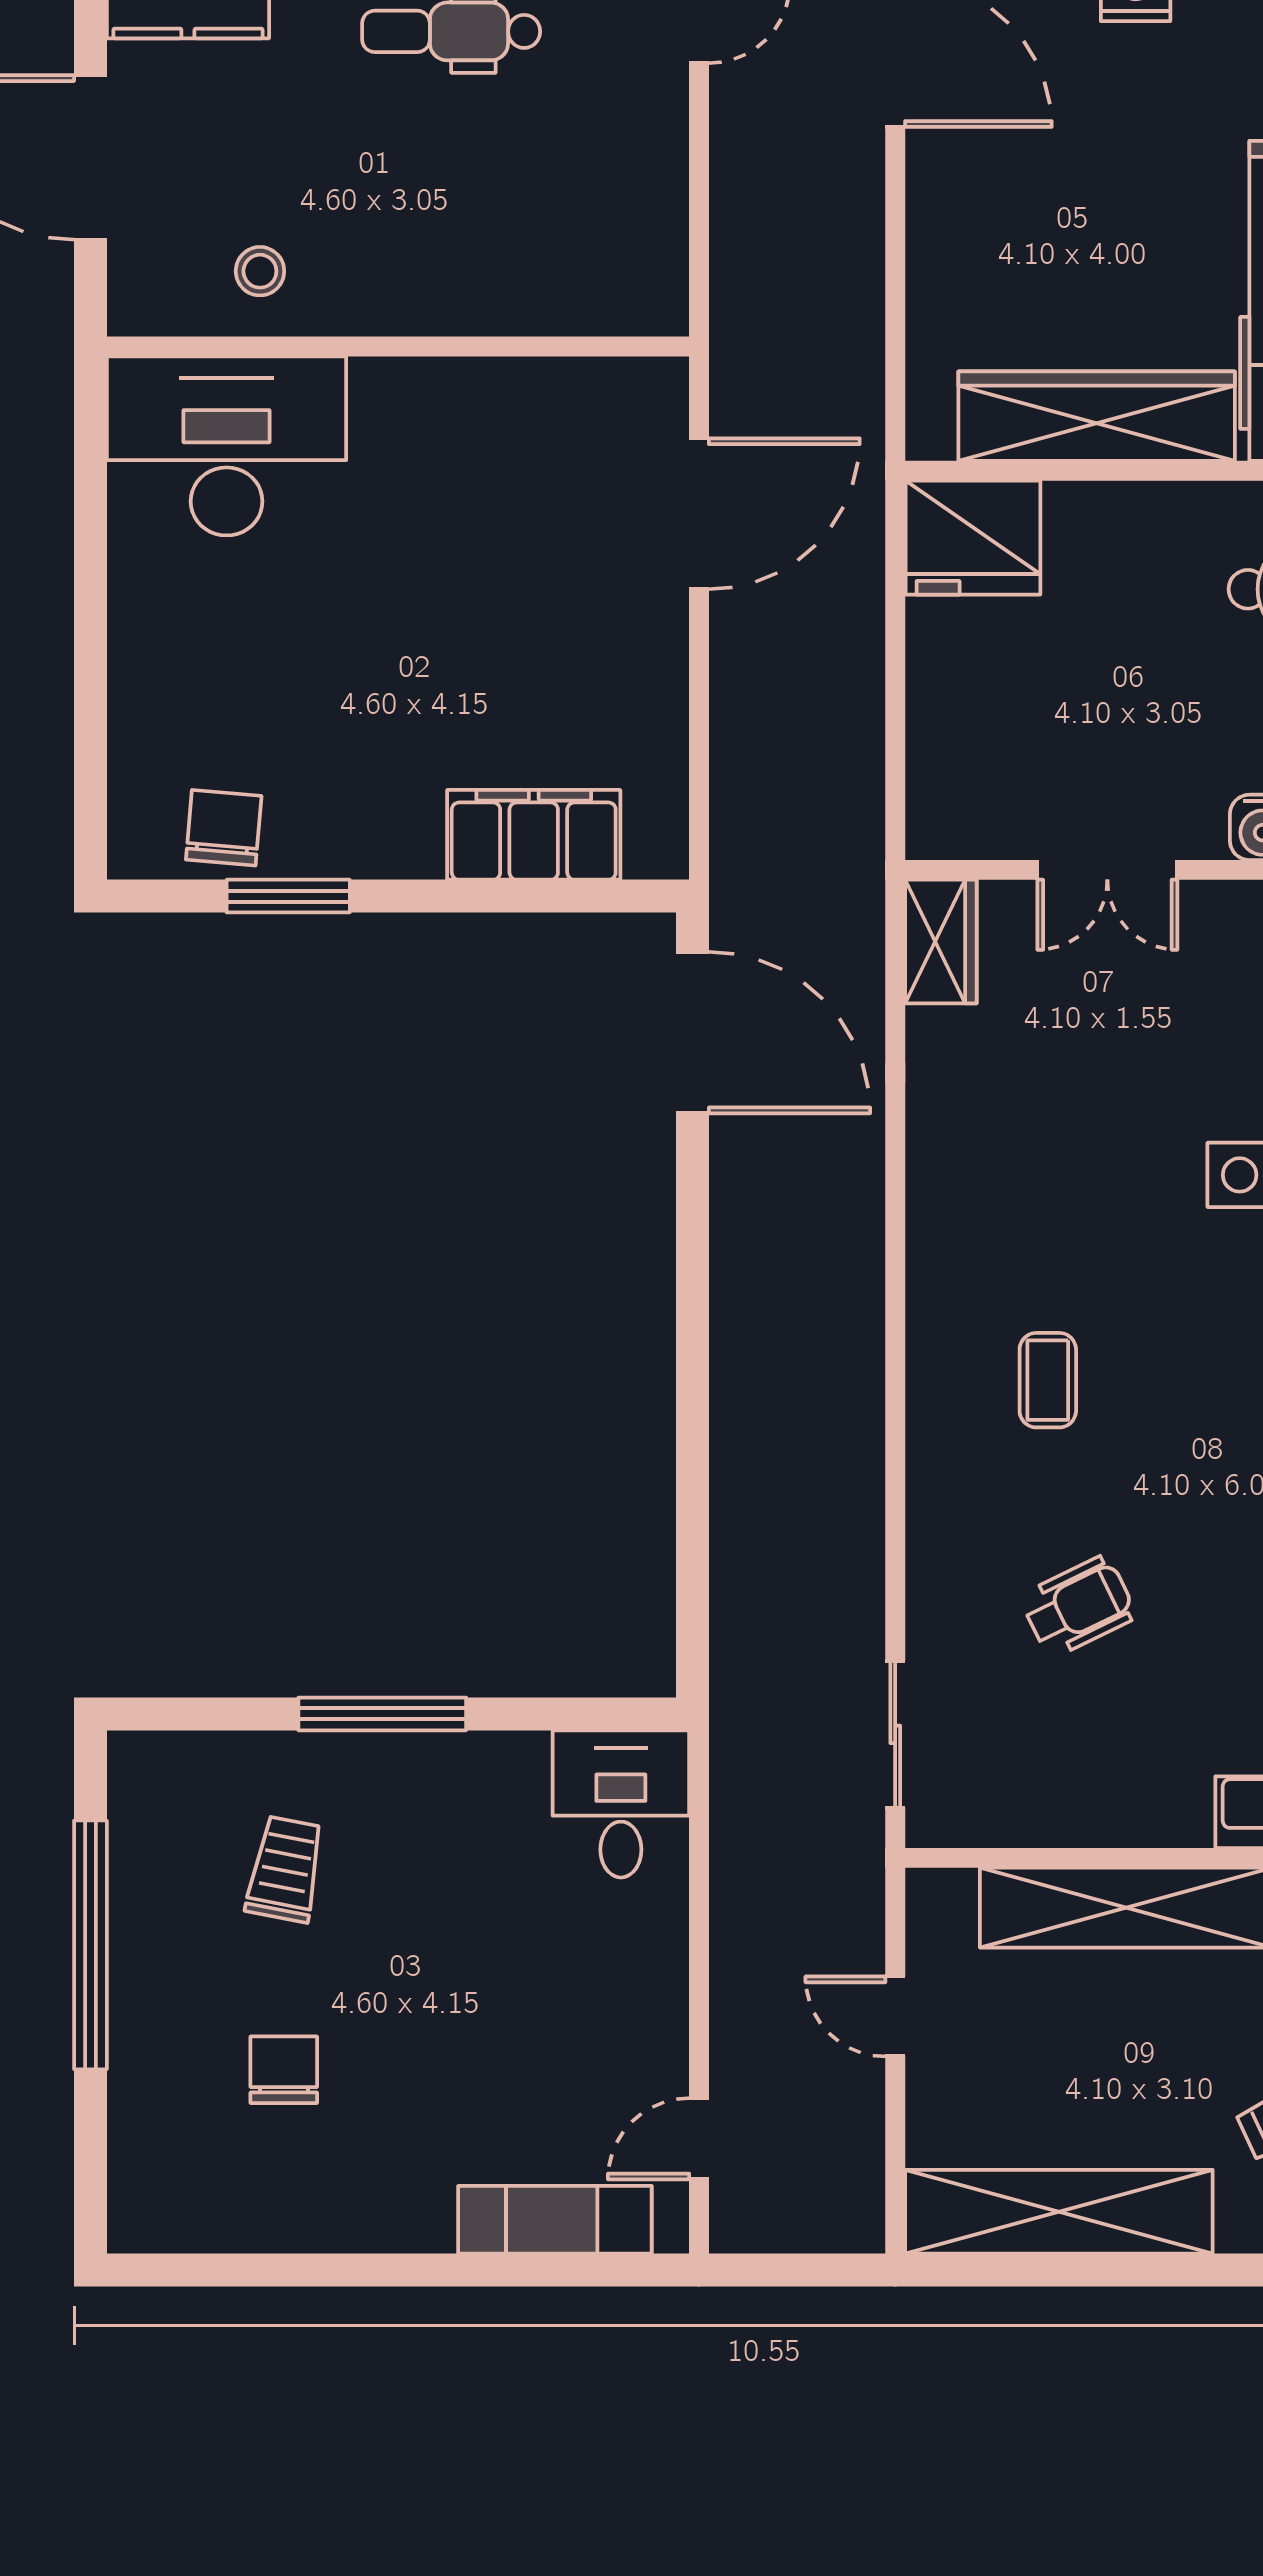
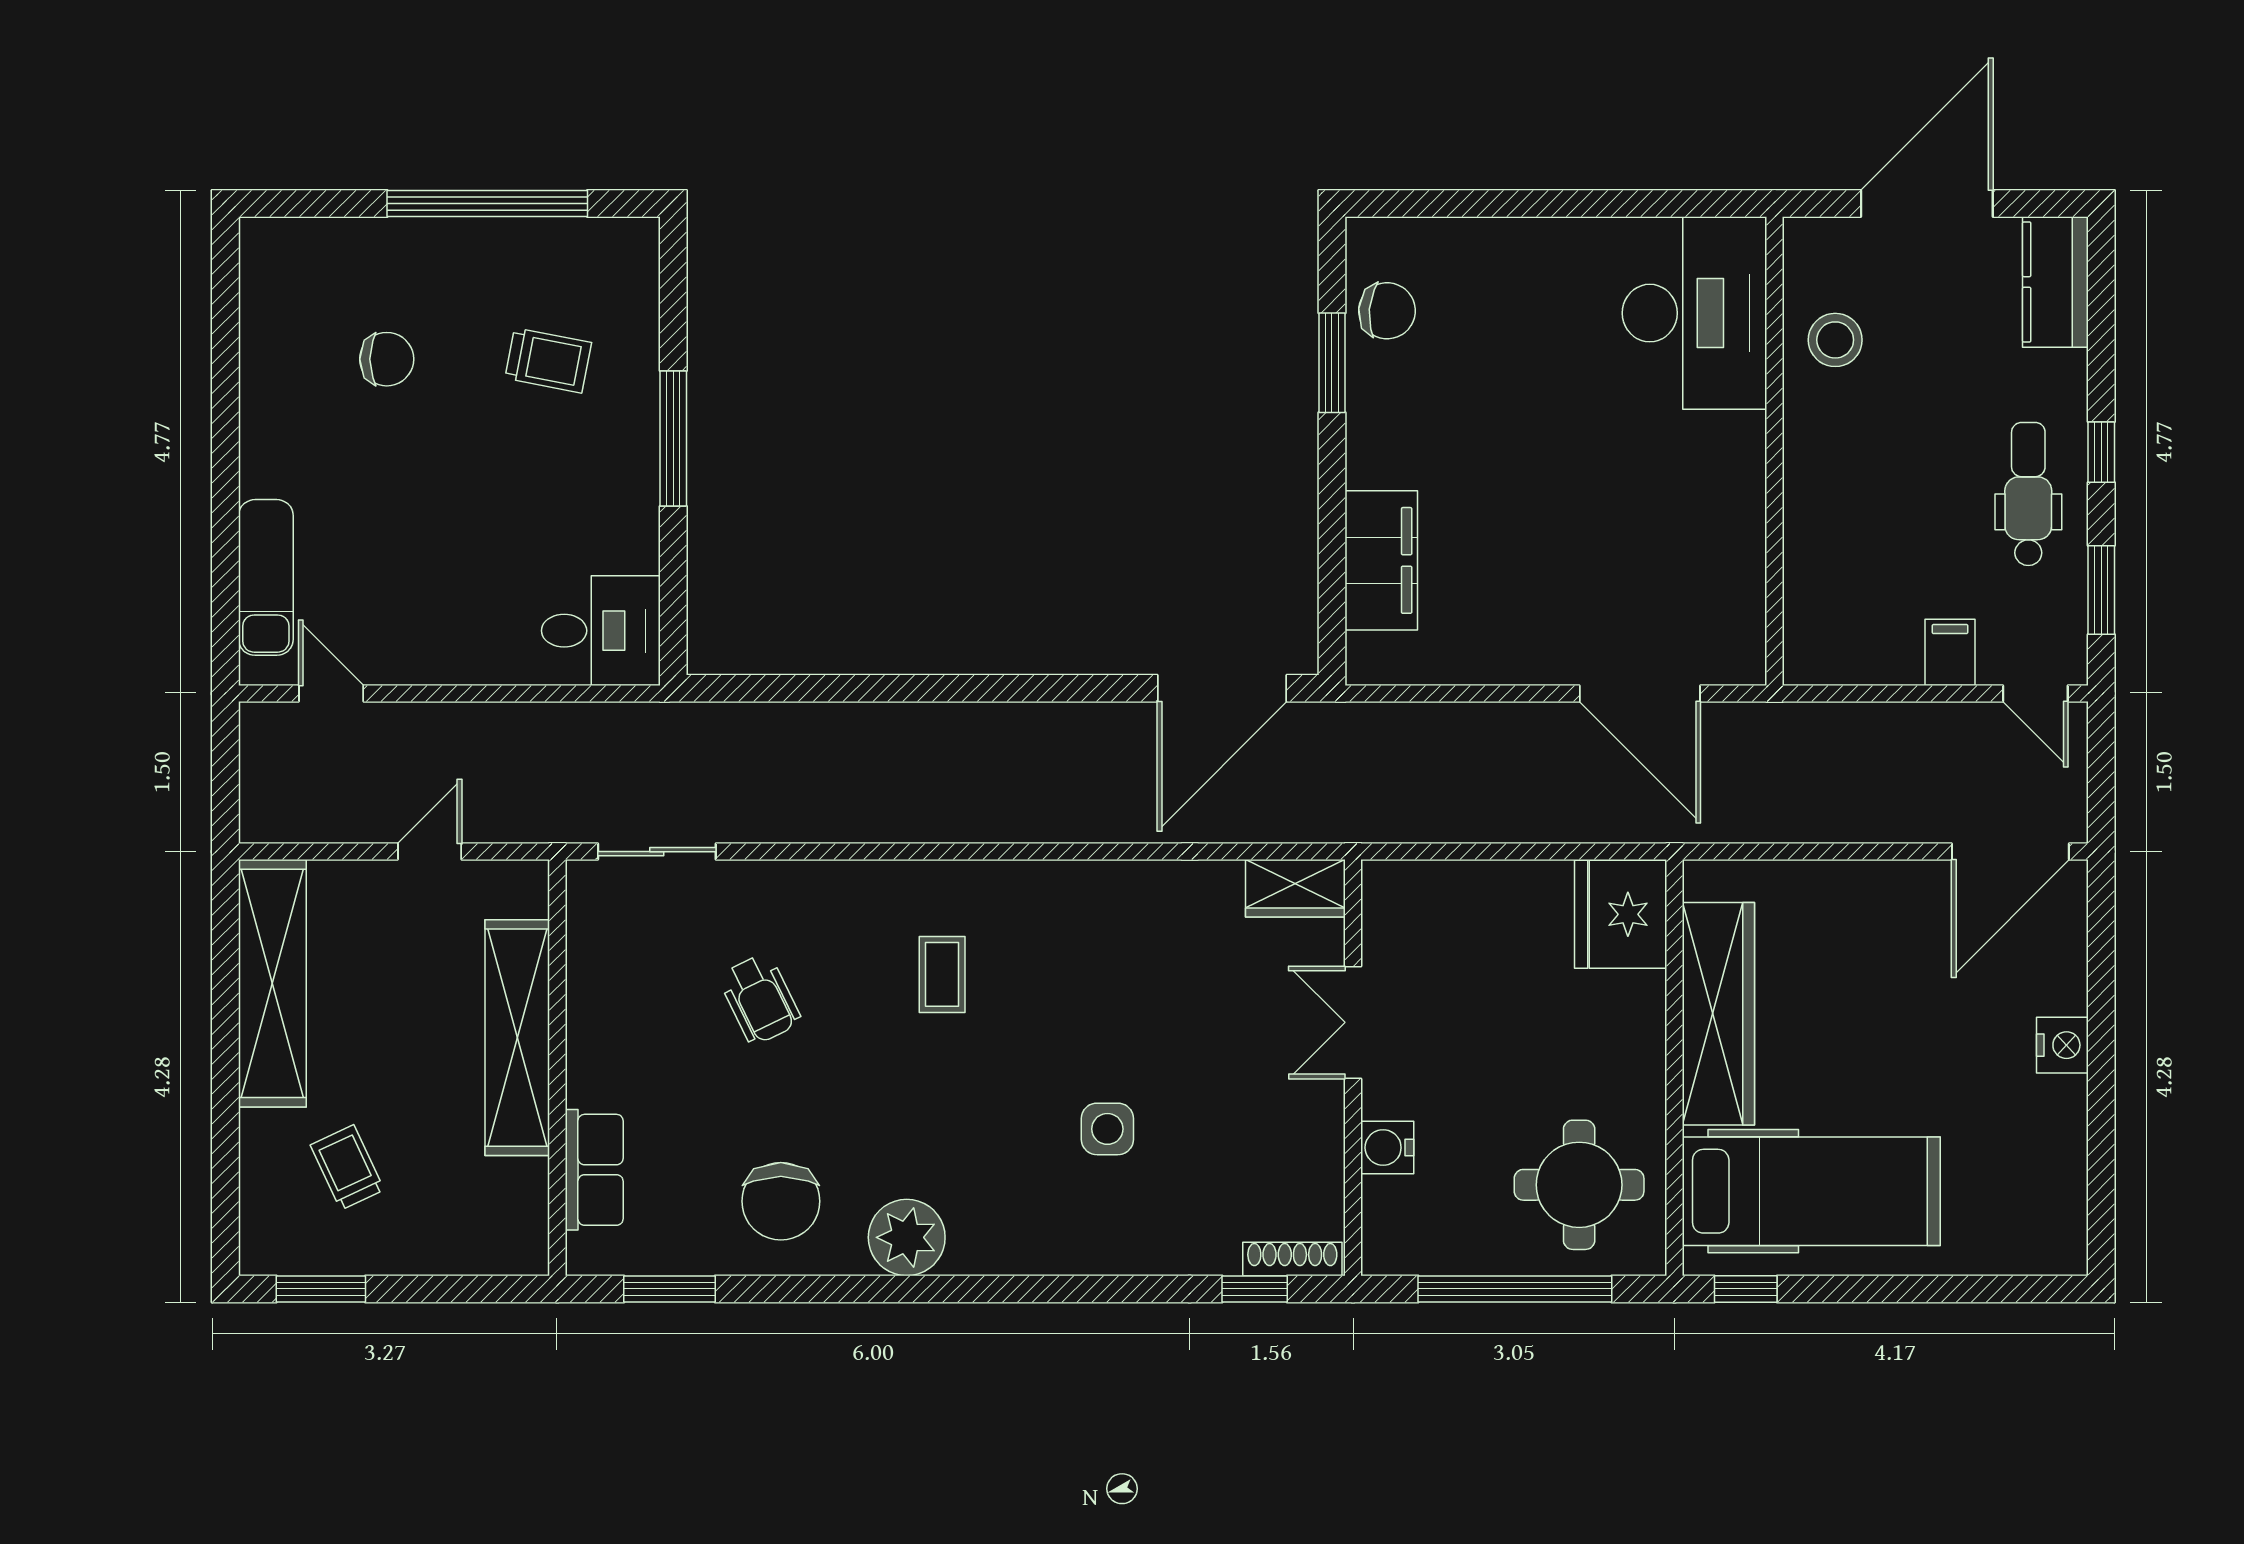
filing cabinet: (648, 129) -> (1950, 652), added
stool: (260, 271) -> (1835, 340), width x1.37, depth x1.37
coffee table: (1048, 1380) -> (942, 974), turned 90

